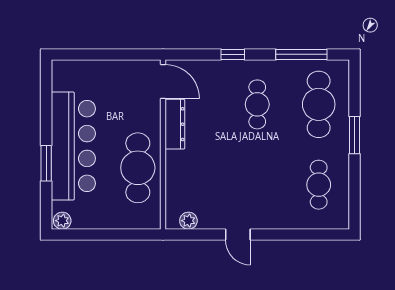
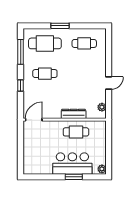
dresser: (175, 124) -> (74, 114), moved
bar counter: (73, 146) -> (72, 164), width x0.73
cafe table: (138, 168) -> (76, 132), width x0.73, depth x0.74

